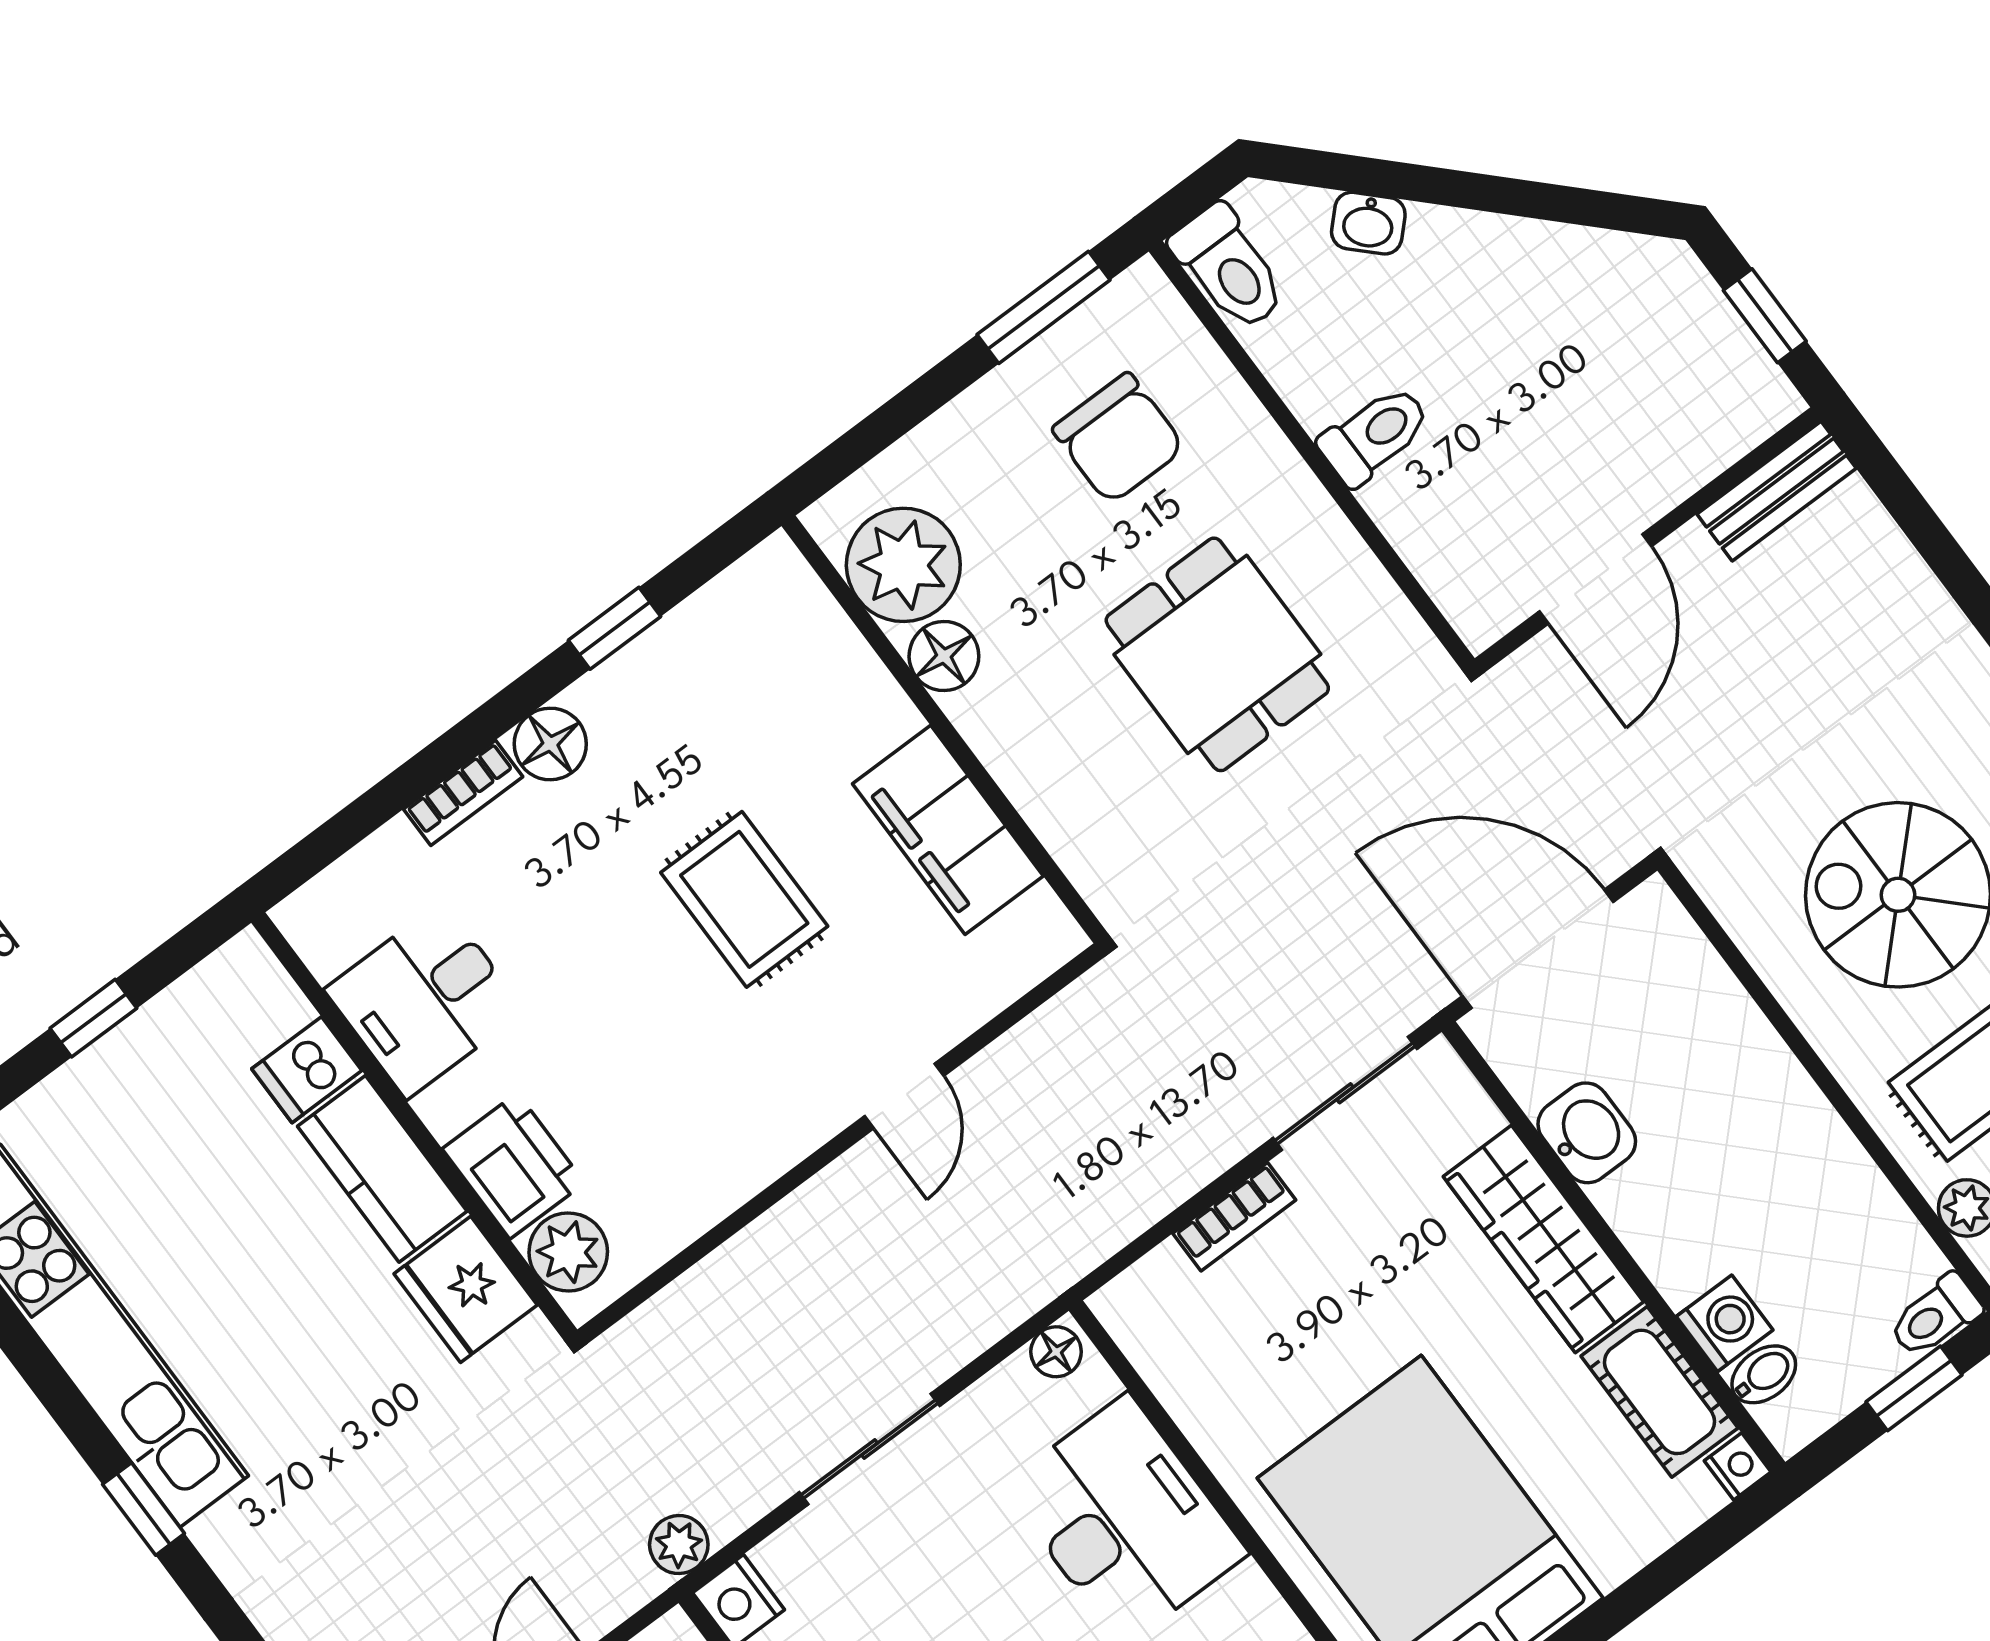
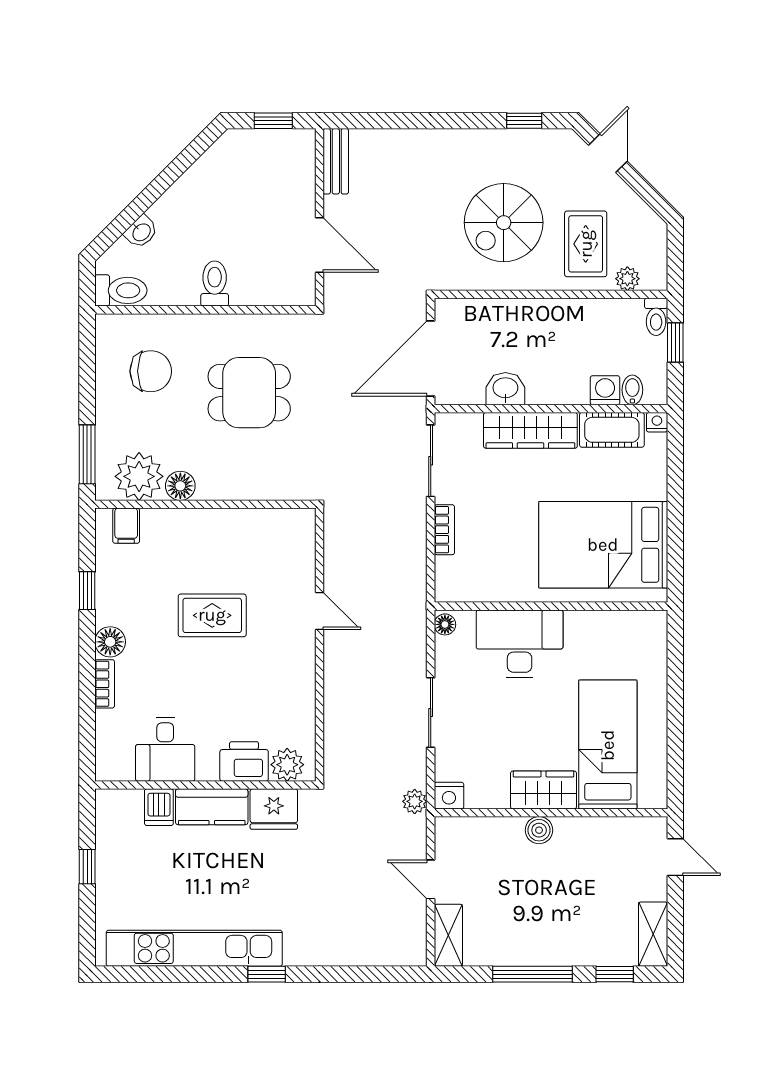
window: (1044, 307) -> (87, 454), moved
filing cabinet: (948, 830) -> (126, 526), moved, width x0.33, depth x0.86

